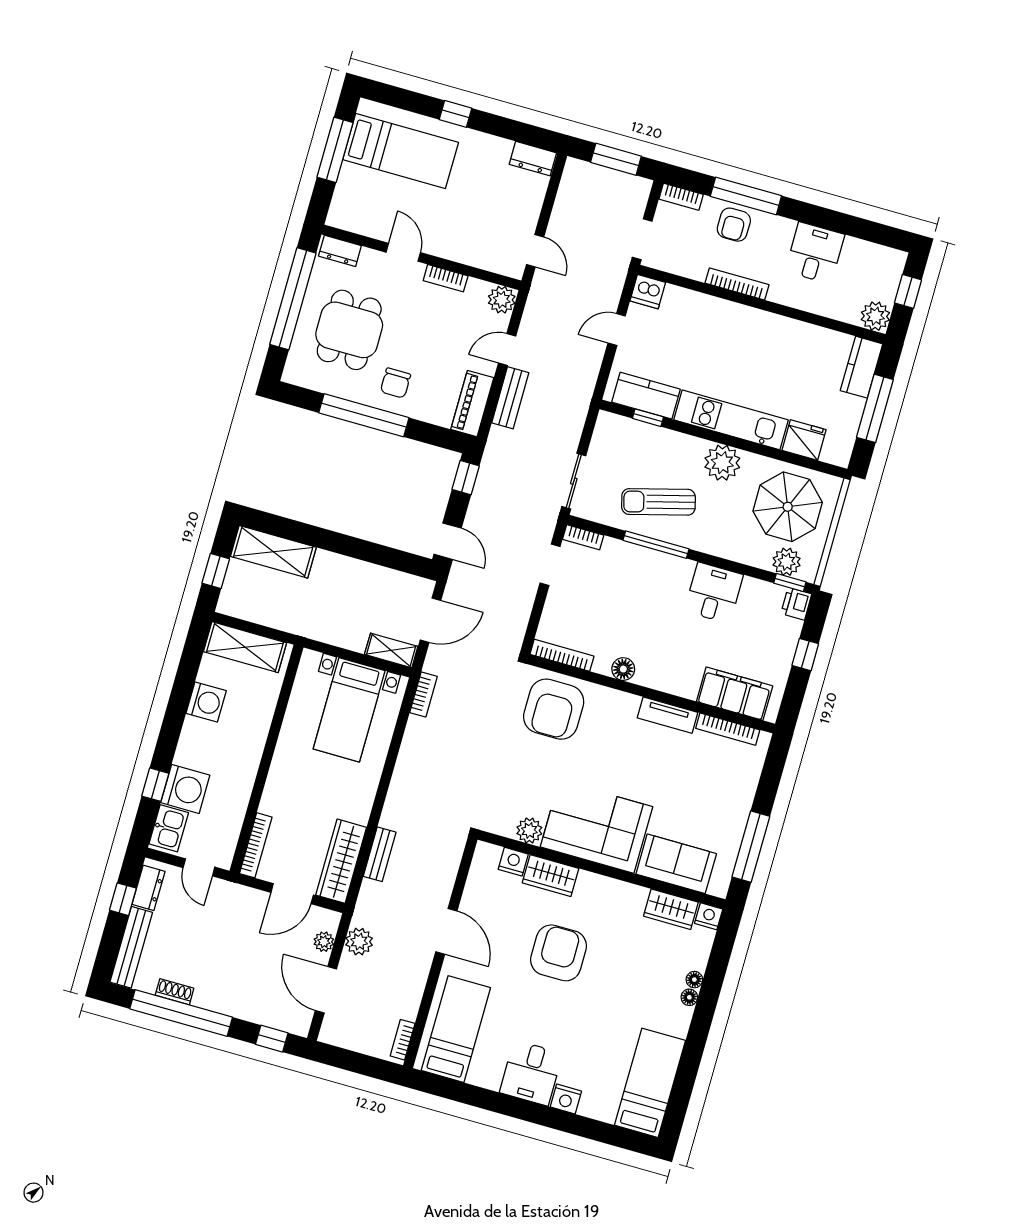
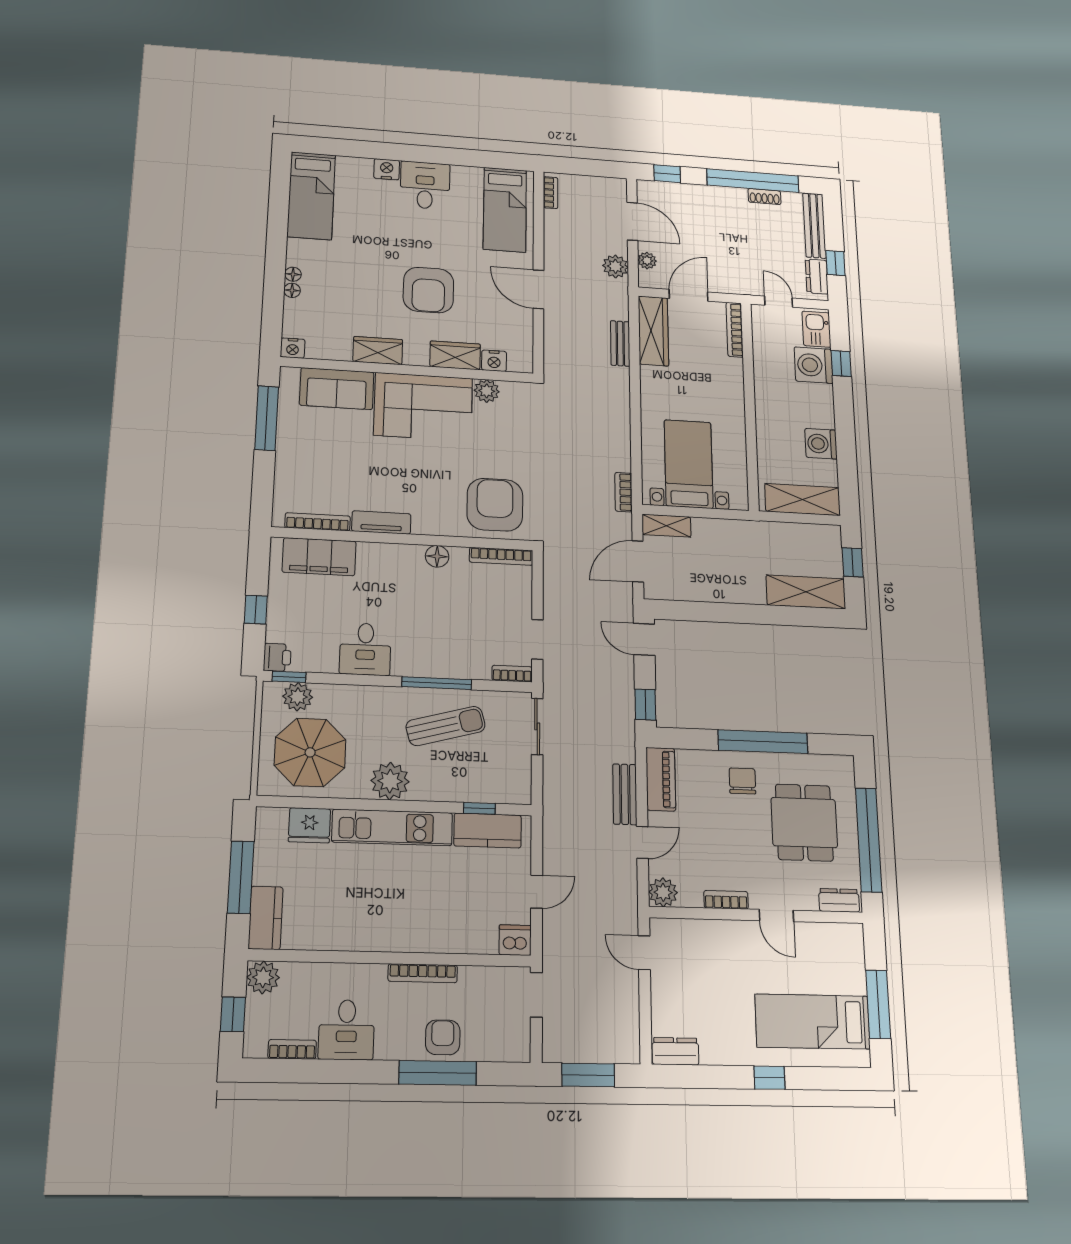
bookcase: (681, 197) -> (292, 1049), moved
wardrobe: (671, 909) -> (378, 351), moved

